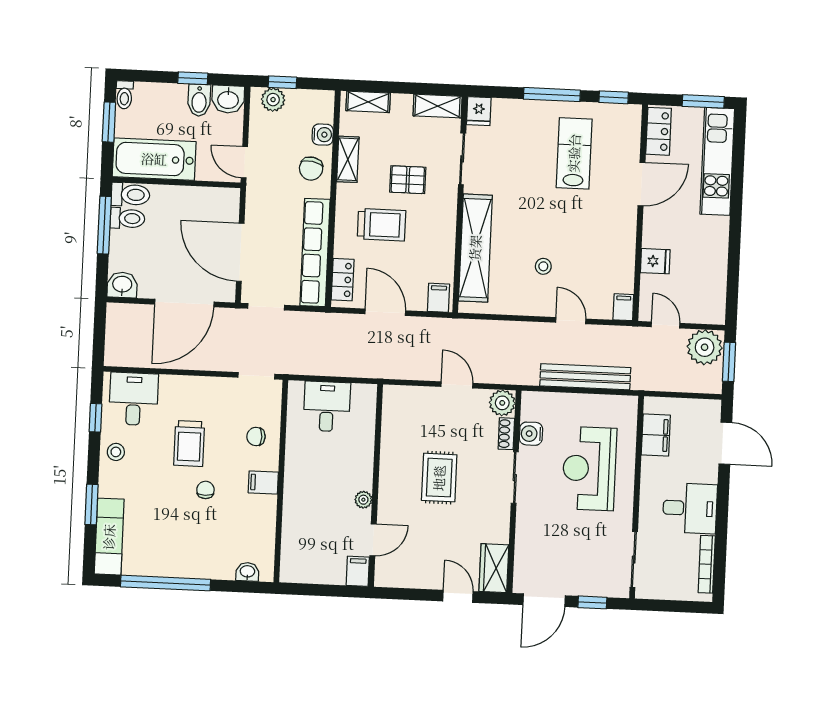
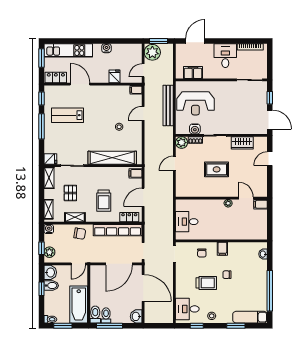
water cooler: (323, 135) -> (49, 229), moved
pallet: (408, 180) -> (70, 193), moved
trolley: (382, 225) -> (104, 201), turned 180
water cooler: (718, 246) -> (106, 48), added
reception desk: (589, 469) -> (195, 103), moved
wardrobe: (494, 568) -> (242, 143), moved

